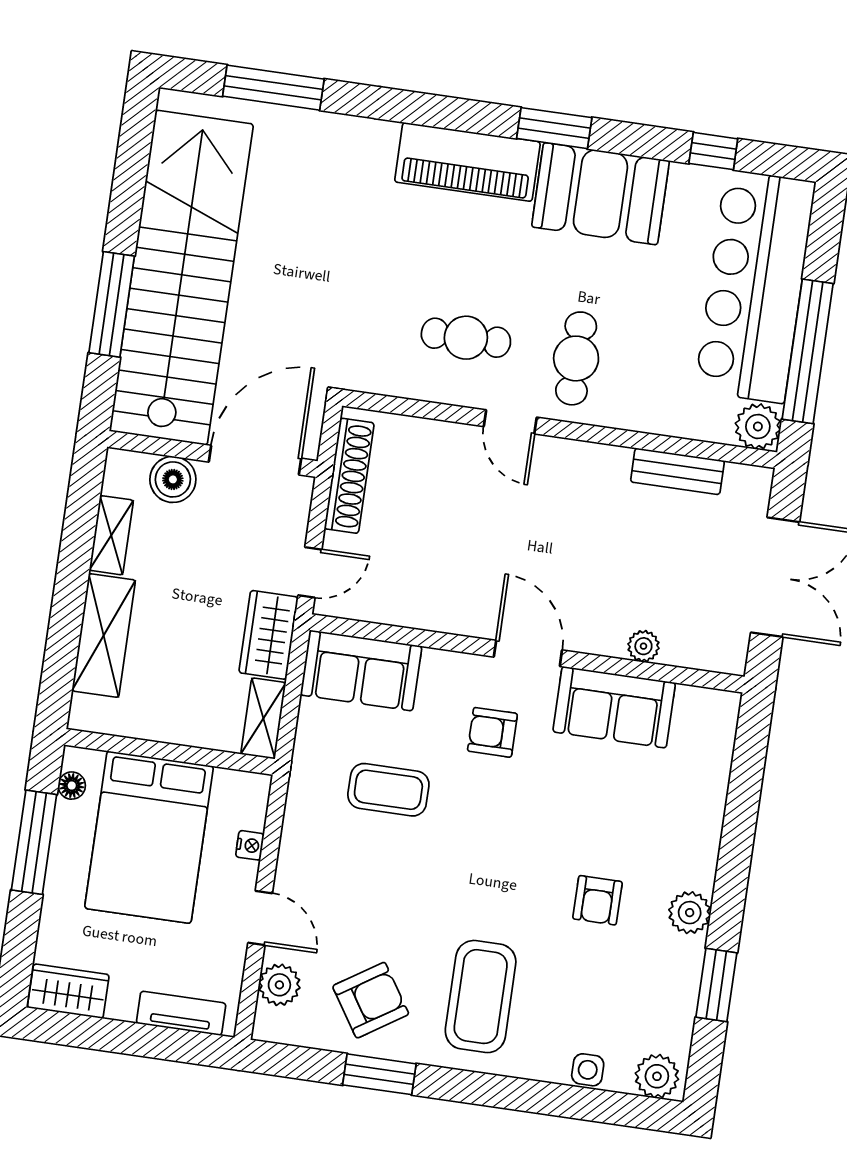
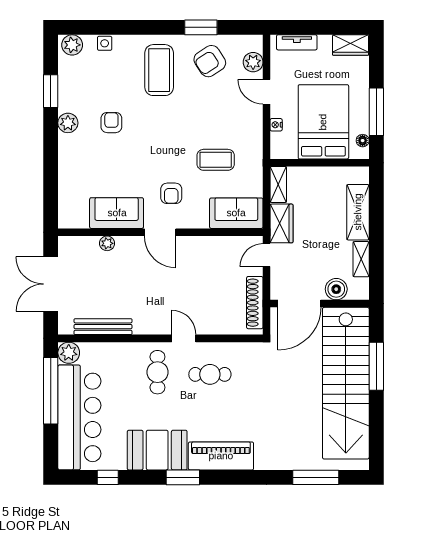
bench: (677, 471) -> (103, 327), width x1.36
armchair: (492, 732) -> (171, 193), turned 90

